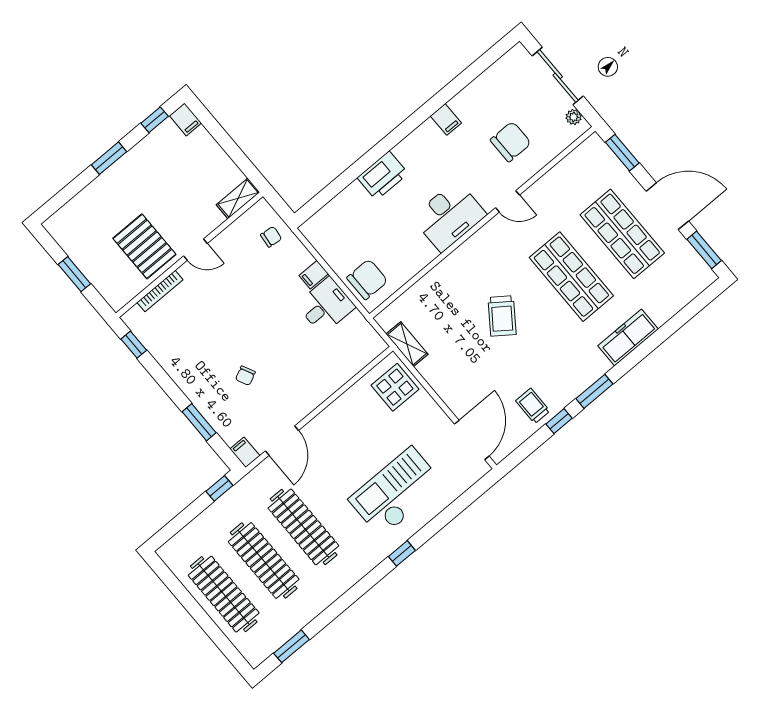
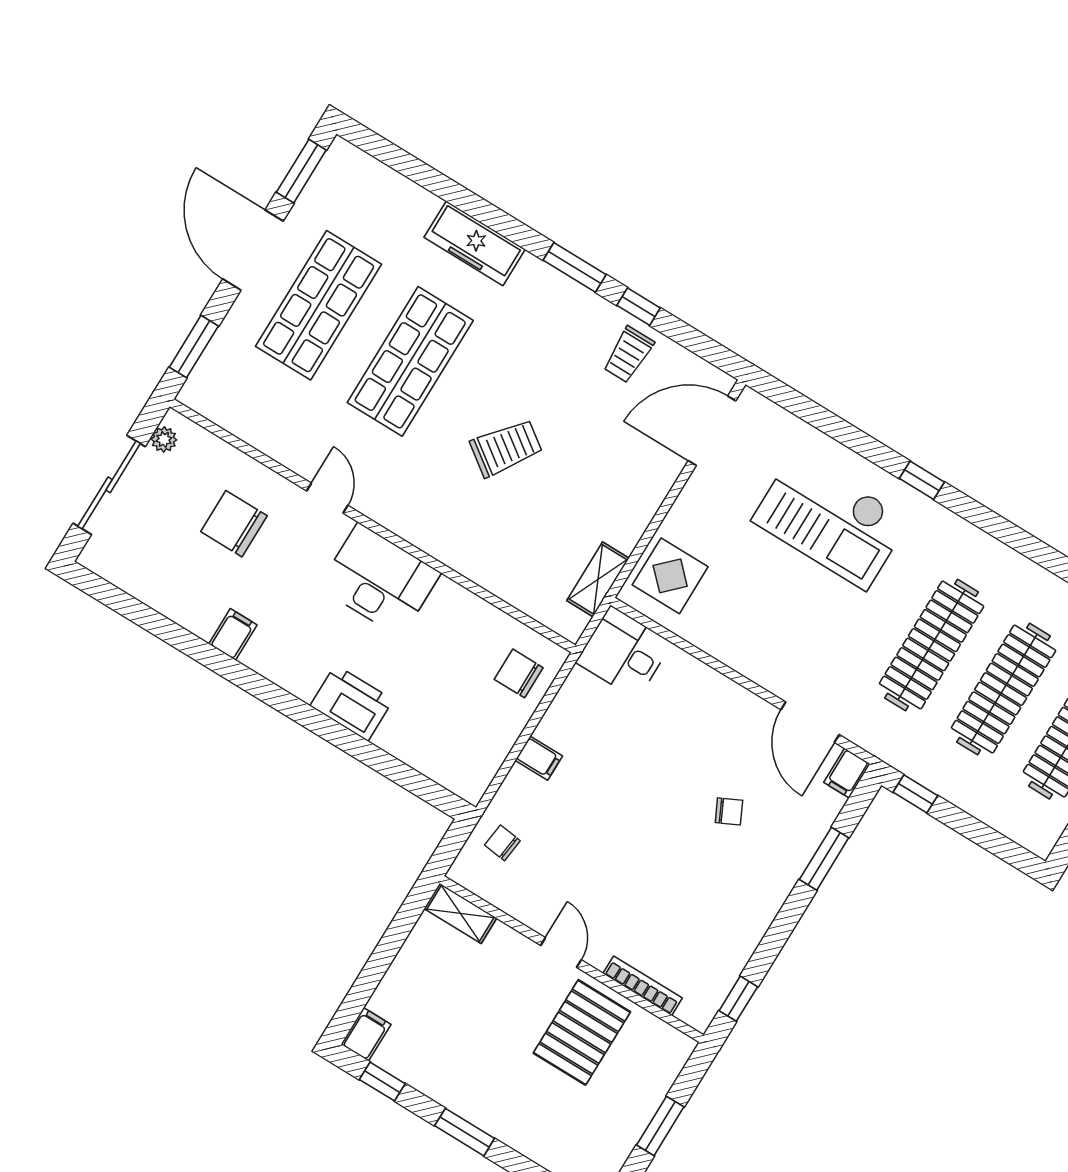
chair: (367, 279) -> (519, 673), width x0.73, depth x0.73
desk: (326, 306) -> (624, 652), moved
door: (282, 441) -> (810, 722), swing flipped

